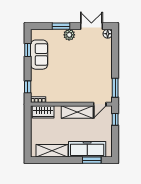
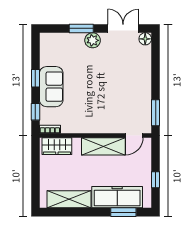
window: (28, 50) -> (35, 78), moved
sofa: (39, 55) -> (51, 87), moved
window: (115, 119) -> (156, 180), moved

